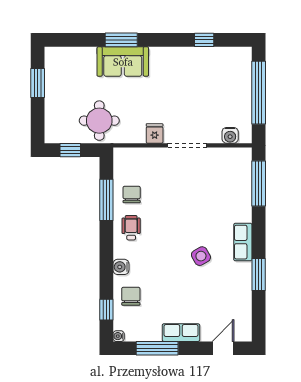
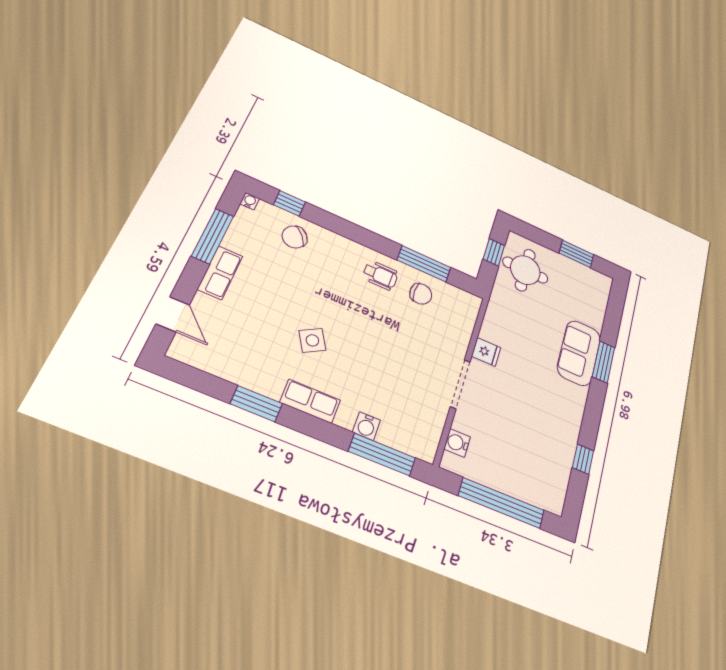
round table: (99, 121) -> (525, 270), moved
water cooler: (121, 267) -> (366, 426), moved, turned 180
chair: (131, 296) -> (295, 237), turned 141

